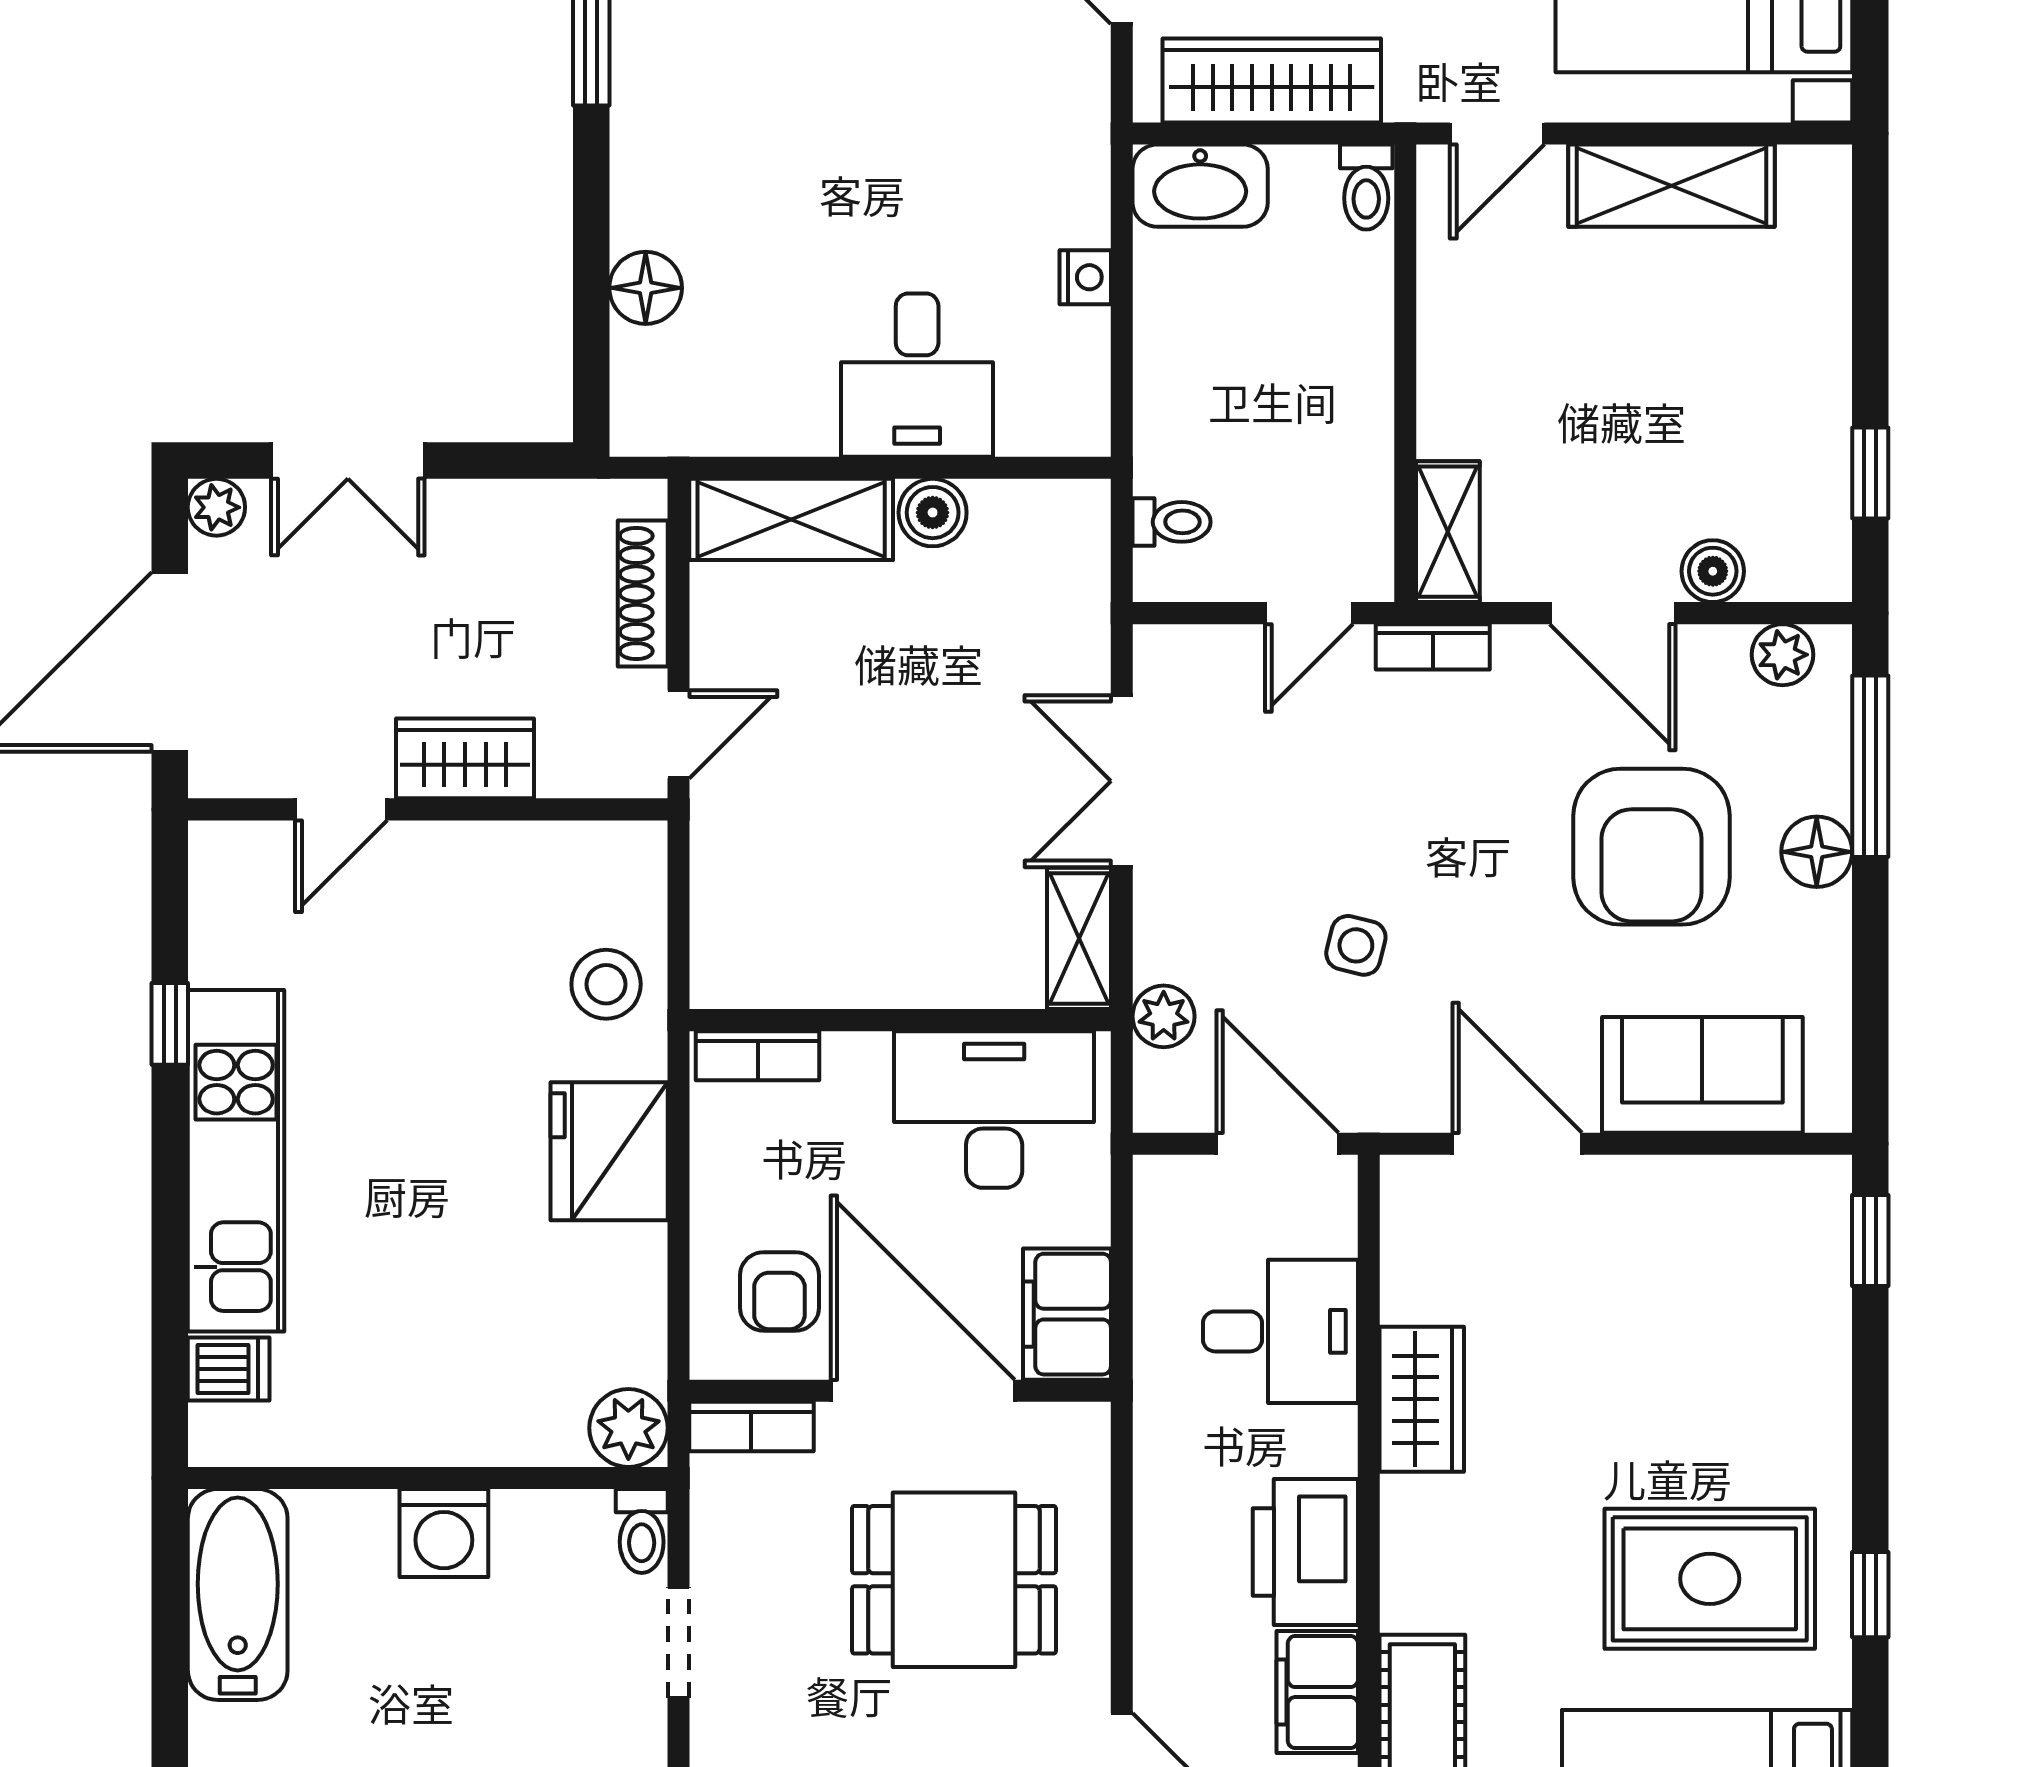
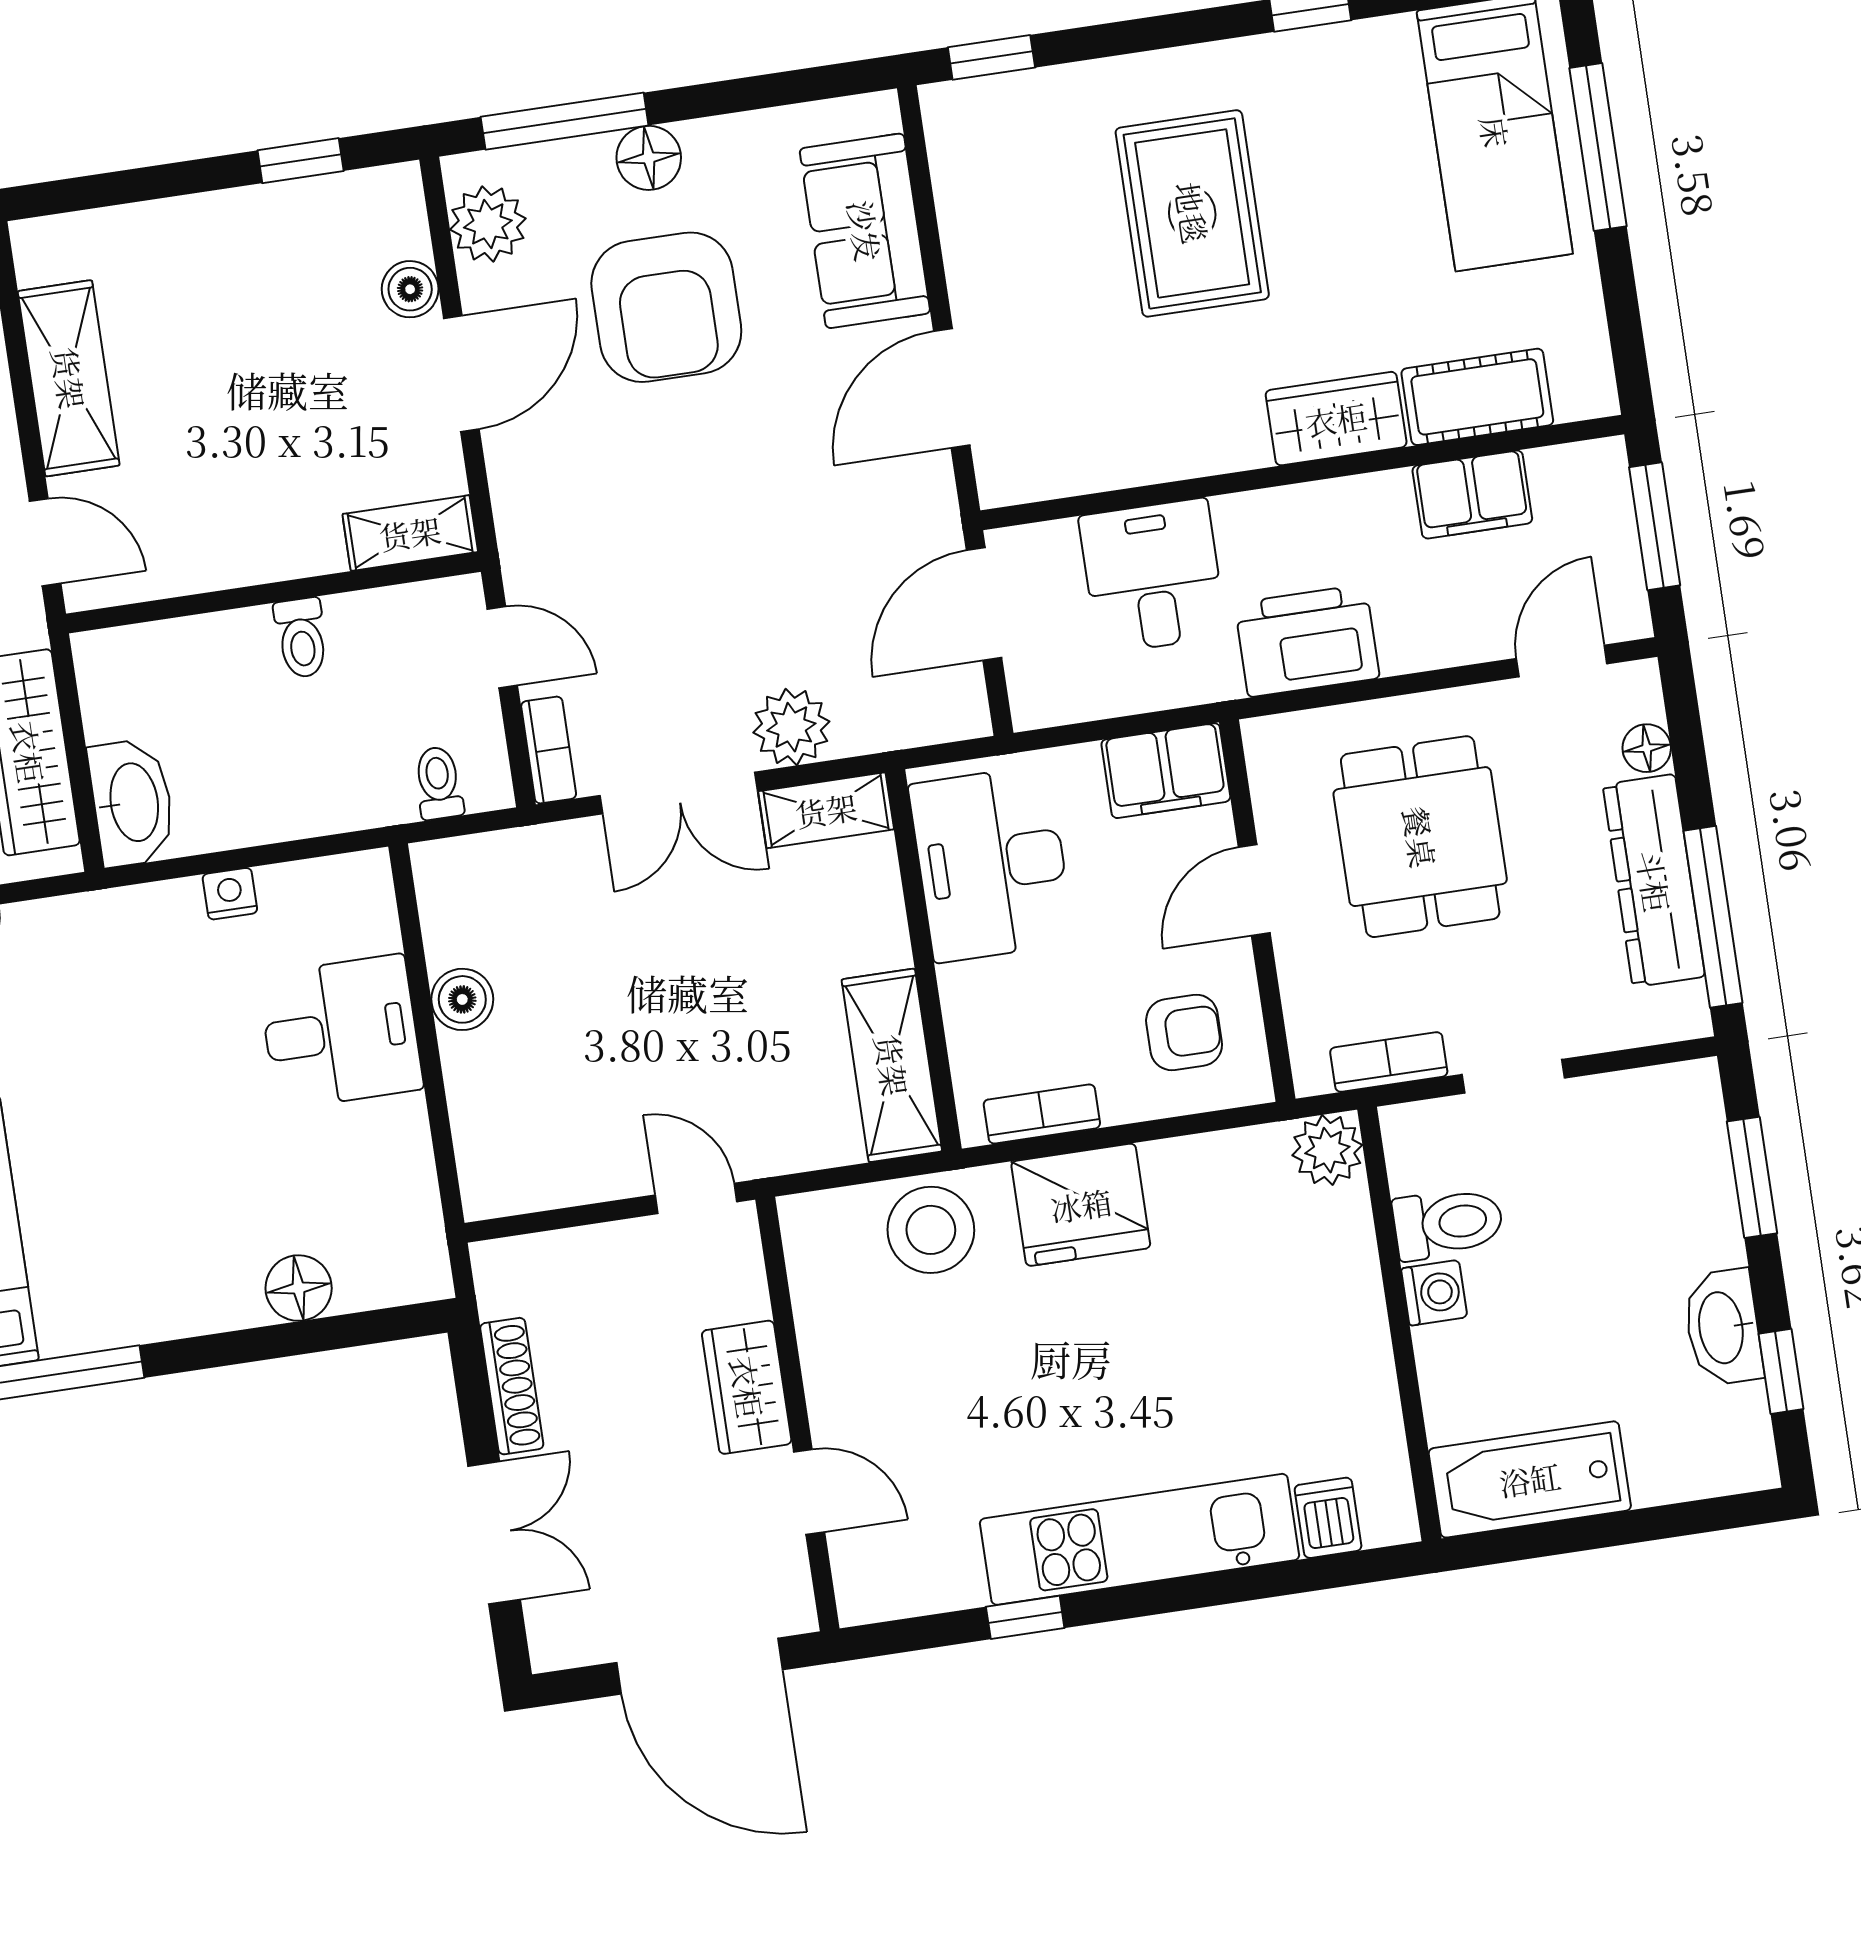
toilet: (1366, 187) -> (301, 638), moved, turned 90
plant: (216, 507) -> (554, 1645), removed
shelving: (791, 519) -> (892, 1065), moved
shoe rack: (643, 593) -> (512, 1386), moved, turned -90
bookcase: (1433, 647) -> (549, 750), moved
plant: (1782, 655) -> (488, 224), width x1.38, depth x1.38
armchair: (1652, 847) -> (666, 307), turned 90
side table: (1356, 945) -> (795, 560), removed
stool: (606, 984) -> (931, 1230), width x1.38, depth x1.38
plant: (1164, 1016) -> (791, 727), moved, width x1.38, depth x1.38
bookcase: (758, 1056) -> (1042, 1114), moved, turned -90
door: (923, 1391) -> (1254, 890), width x0.53
wardrobe: (1422, 1399) -> (1336, 419), moved
bookcase: (751, 1426) -> (1389, 1062), moved, turned -90
toilet: (642, 1531) -> (1448, 1223), moved, width x1.37, depth x1.39
washing machine: (444, 1533) -> (1434, 1293), width x0.73, depth x0.73
printer: (1305, 1552) -> (1307, 641), moved, turned 180
rug: (1710, 1579) -> (1192, 213), moved

